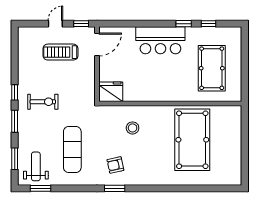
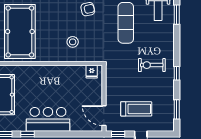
door: (97, 44) -> (104, 116), hinge flipped
fridge: (111, 92) -> (92, 72), width x0.53, depth x0.75
window: (15, 121) -> (177, 109), moved

